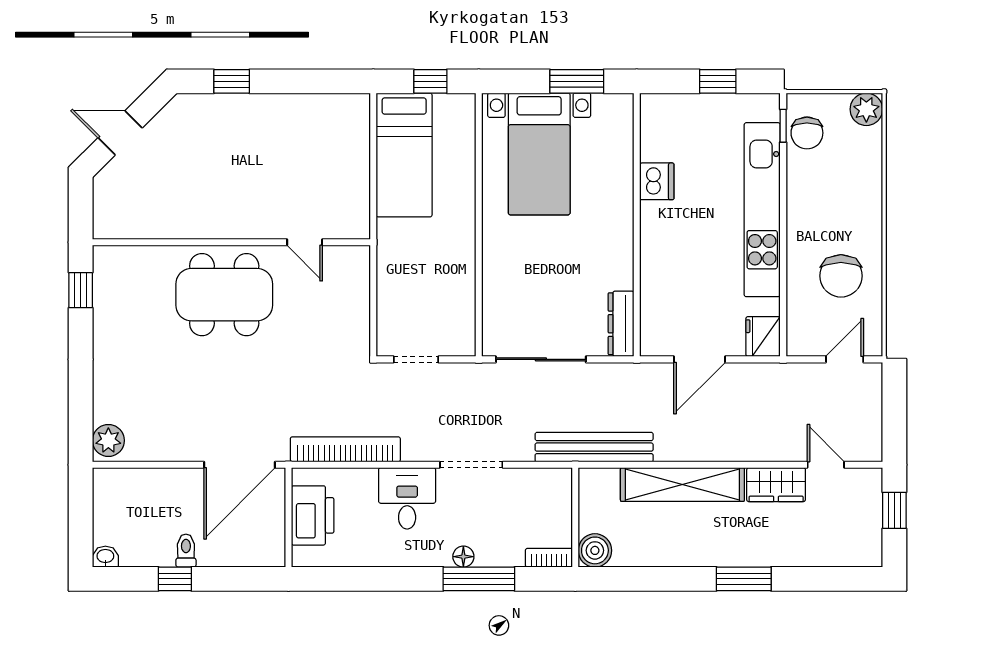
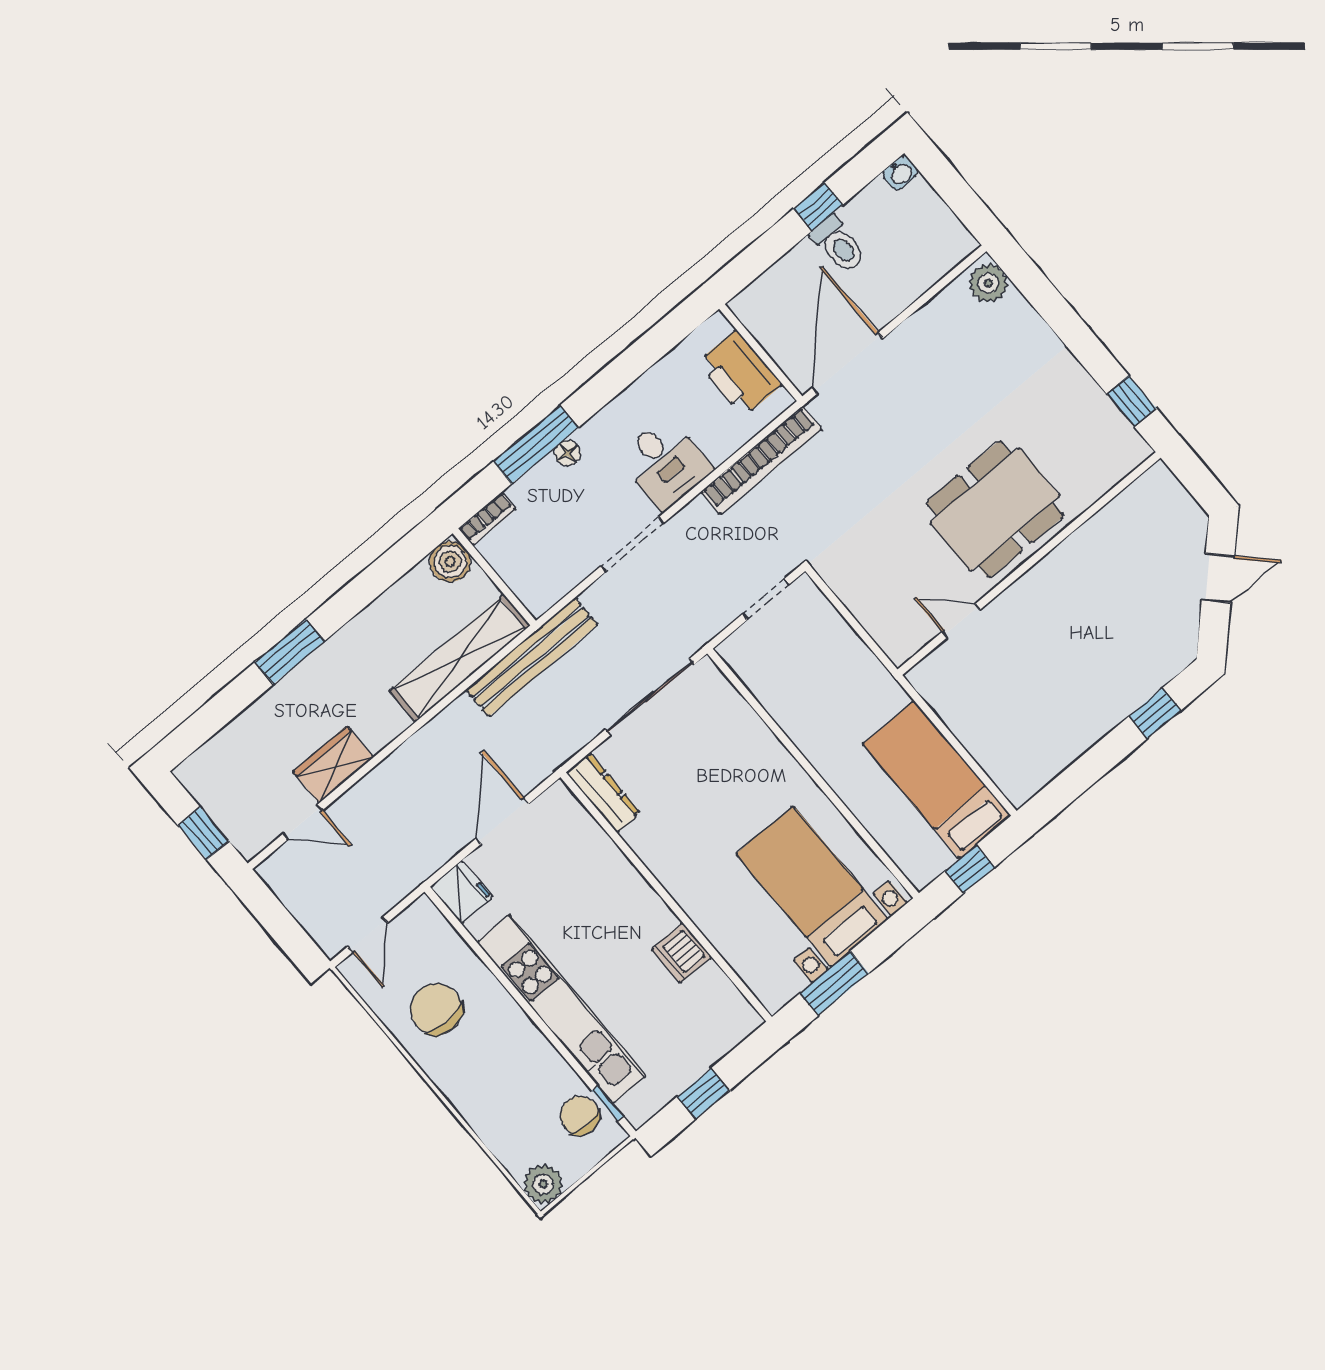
shelving: (682, 485) -> (460, 658), moved
toilet: (186, 551) -> (839, 244), width x1.37, depth x1.39

